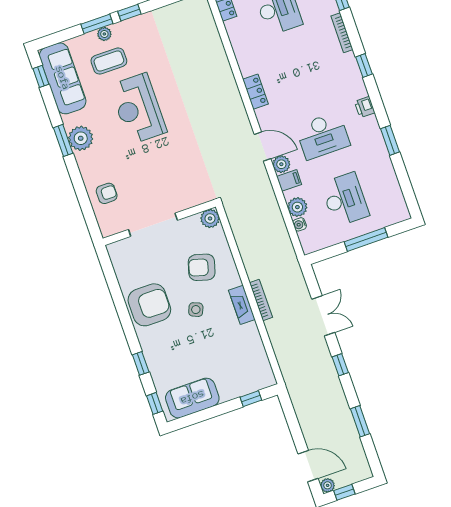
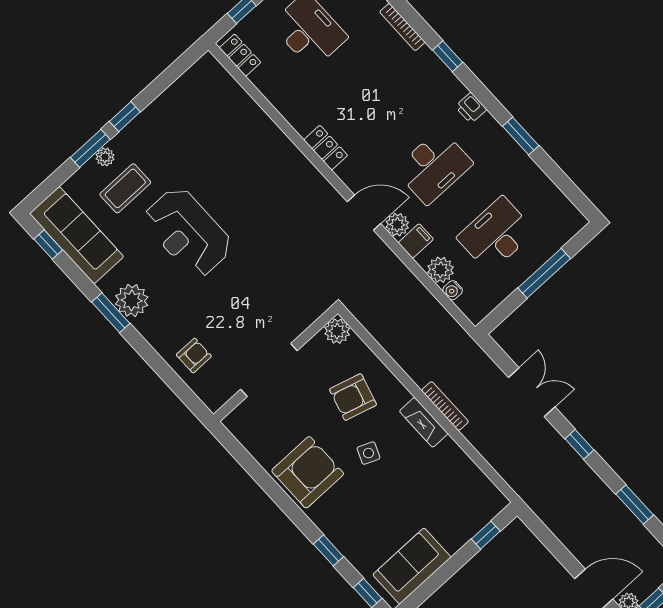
desk: (345, 199) -> (496, 234), turned -90

